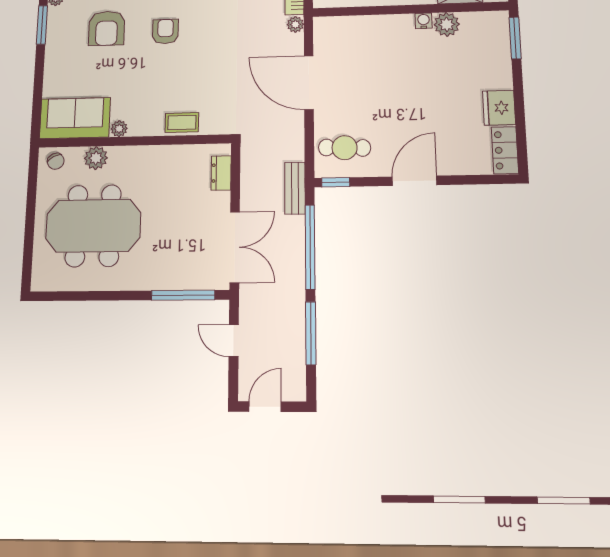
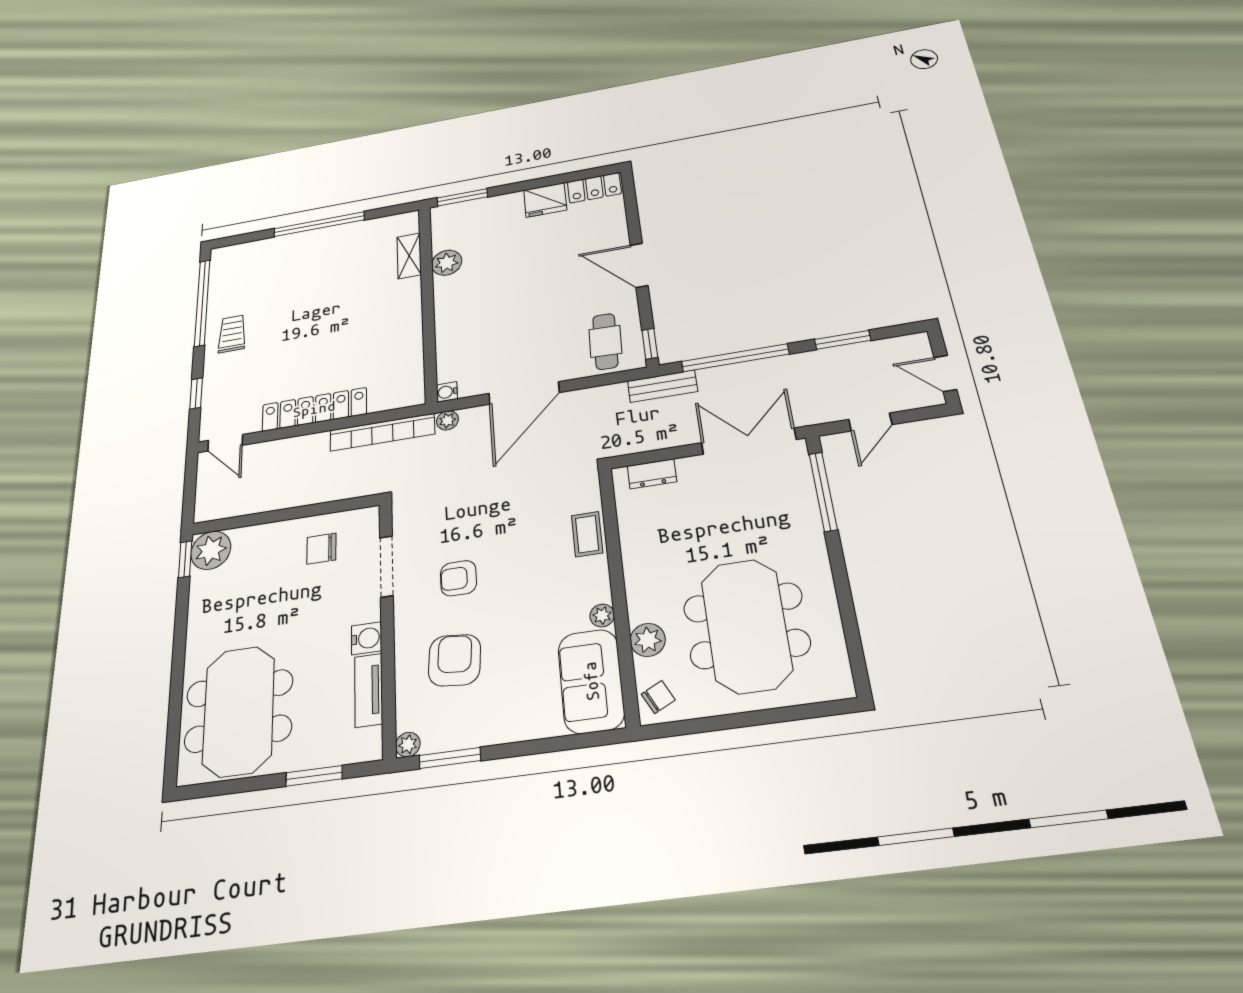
water cooler: (424, 21) -> (447, 392), moved
armchair: (107, 28) -> (455, 660), turned -85
window: (311, 333) -> (843, 340), width x0.69

